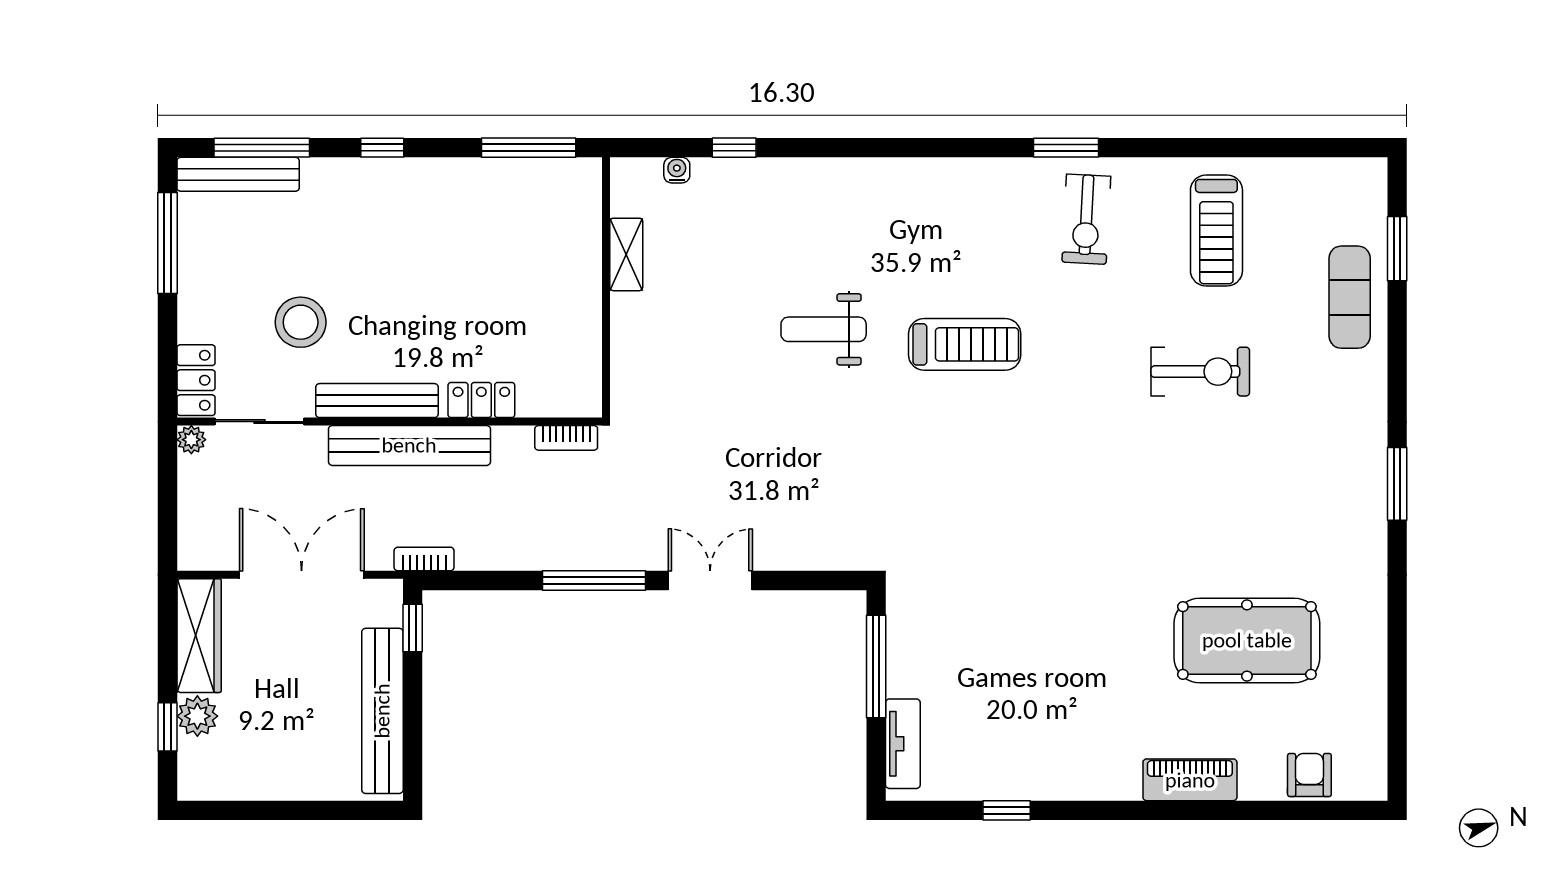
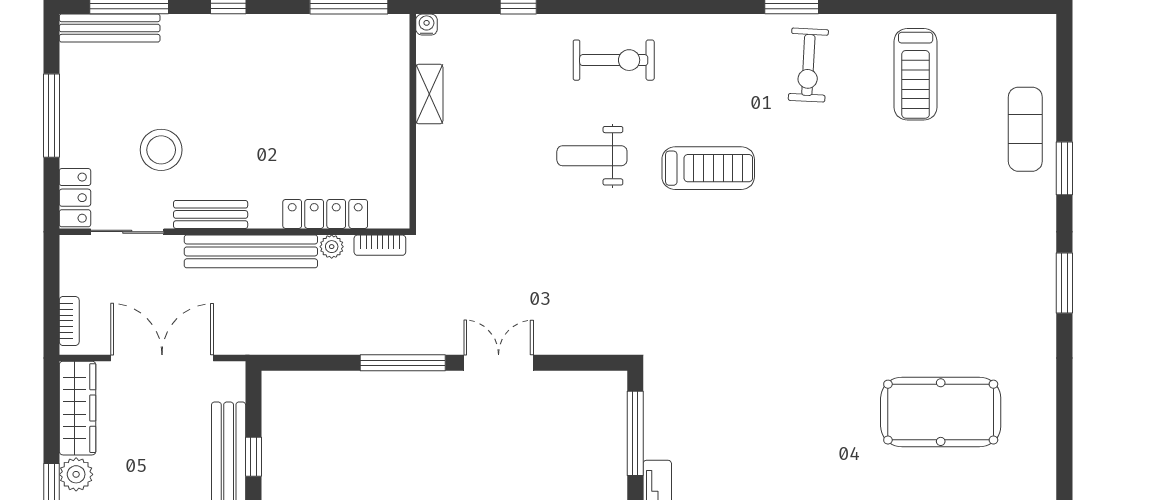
water cooler: (677, 170) -> (427, 25), moved
window: (167, 243) -> (51, 116), moved
window: (1397, 249) -> (1064, 168), moved
exercise bike: (1200, 372) -> (614, 60), moved
locker: (481, 400) -> (325, 214), width x1.53
bench: (377, 401) -> (211, 214), width x0.73
plant: (191, 440) -> (332, 247), moved
bookcase: (424, 559) -> (69, 321), moved, turned 90
window: (413, 628) -> (253, 457), moved

